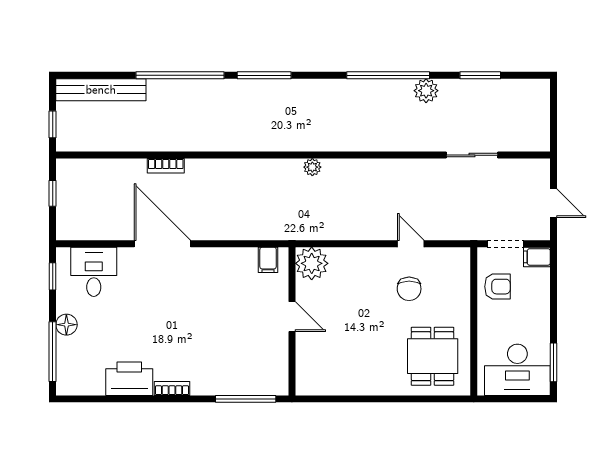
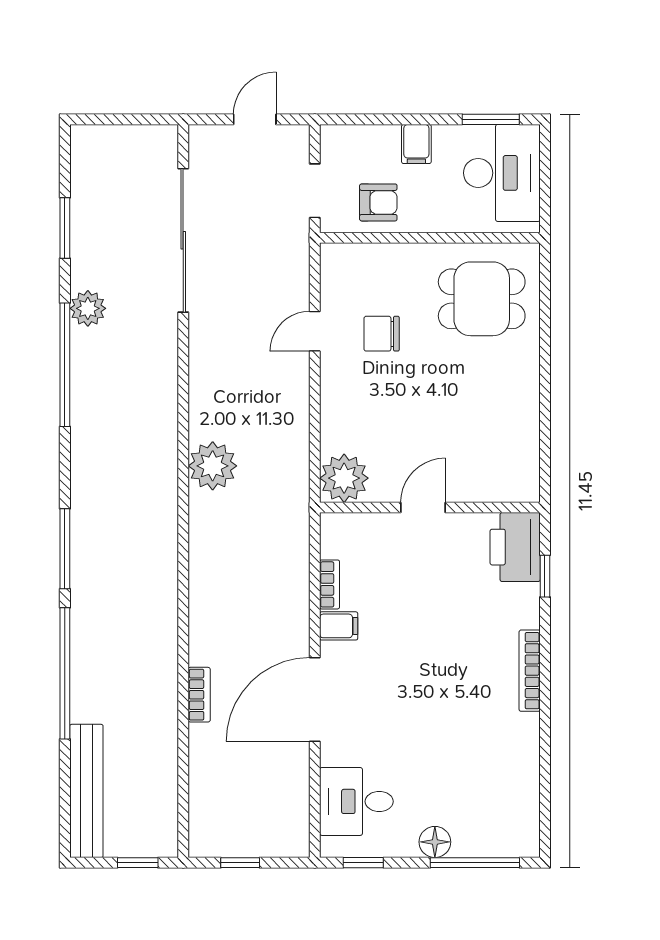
sliding door: (472, 155) -> (183, 240), width x1.86
plant: (312, 167) -> (213, 466), width x1.88, depth x1.88
bookcase: (240, 254) -> (330, 584), added
filing cabinet: (537, 257) -> (416, 144), moved
filing cabinet: (268, 260) -> (339, 626), moved
armchair: (498, 287) -> (378, 202), turned 90
chair: (409, 289) -> (382, 334), turned 180
printer: (129, 379) -> (515, 547), moved
bookcase: (172, 388) -> (530, 671), width x1.56
window: (246, 399) -> (545, 576), width x0.46

